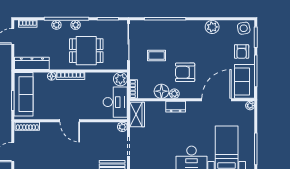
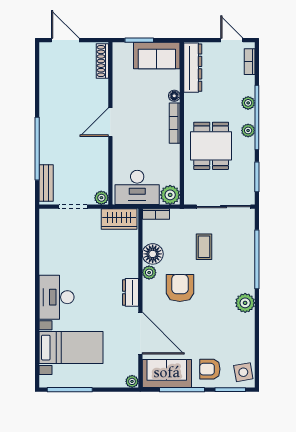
plant: (212, 27) -> (245, 303), moved
sofa: (24, 94) -> (157, 56), width x0.73
dresser: (176, 107) -> (130, 292), moved

